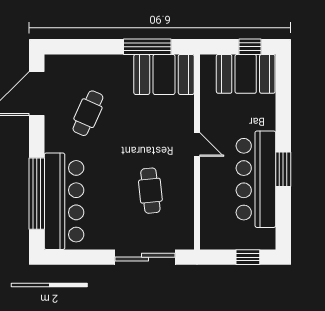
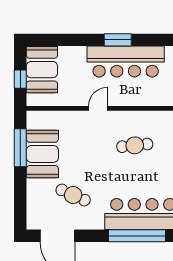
window: (250, 47) -> (20, 79), moved
booth: (164, 74) -> (42, 154), moved

